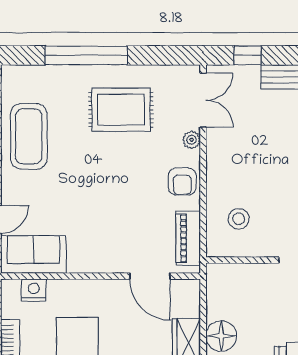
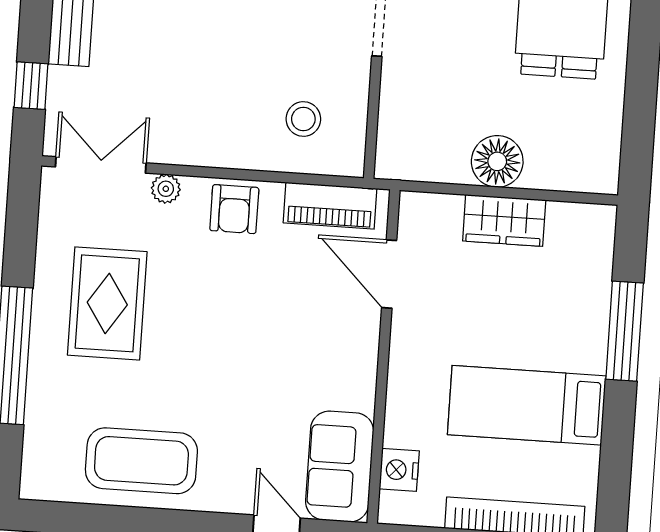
armchair: (182, 181) -> (234, 209), turned 90
door: (150, 276) -> (389, 274), swing flipped

